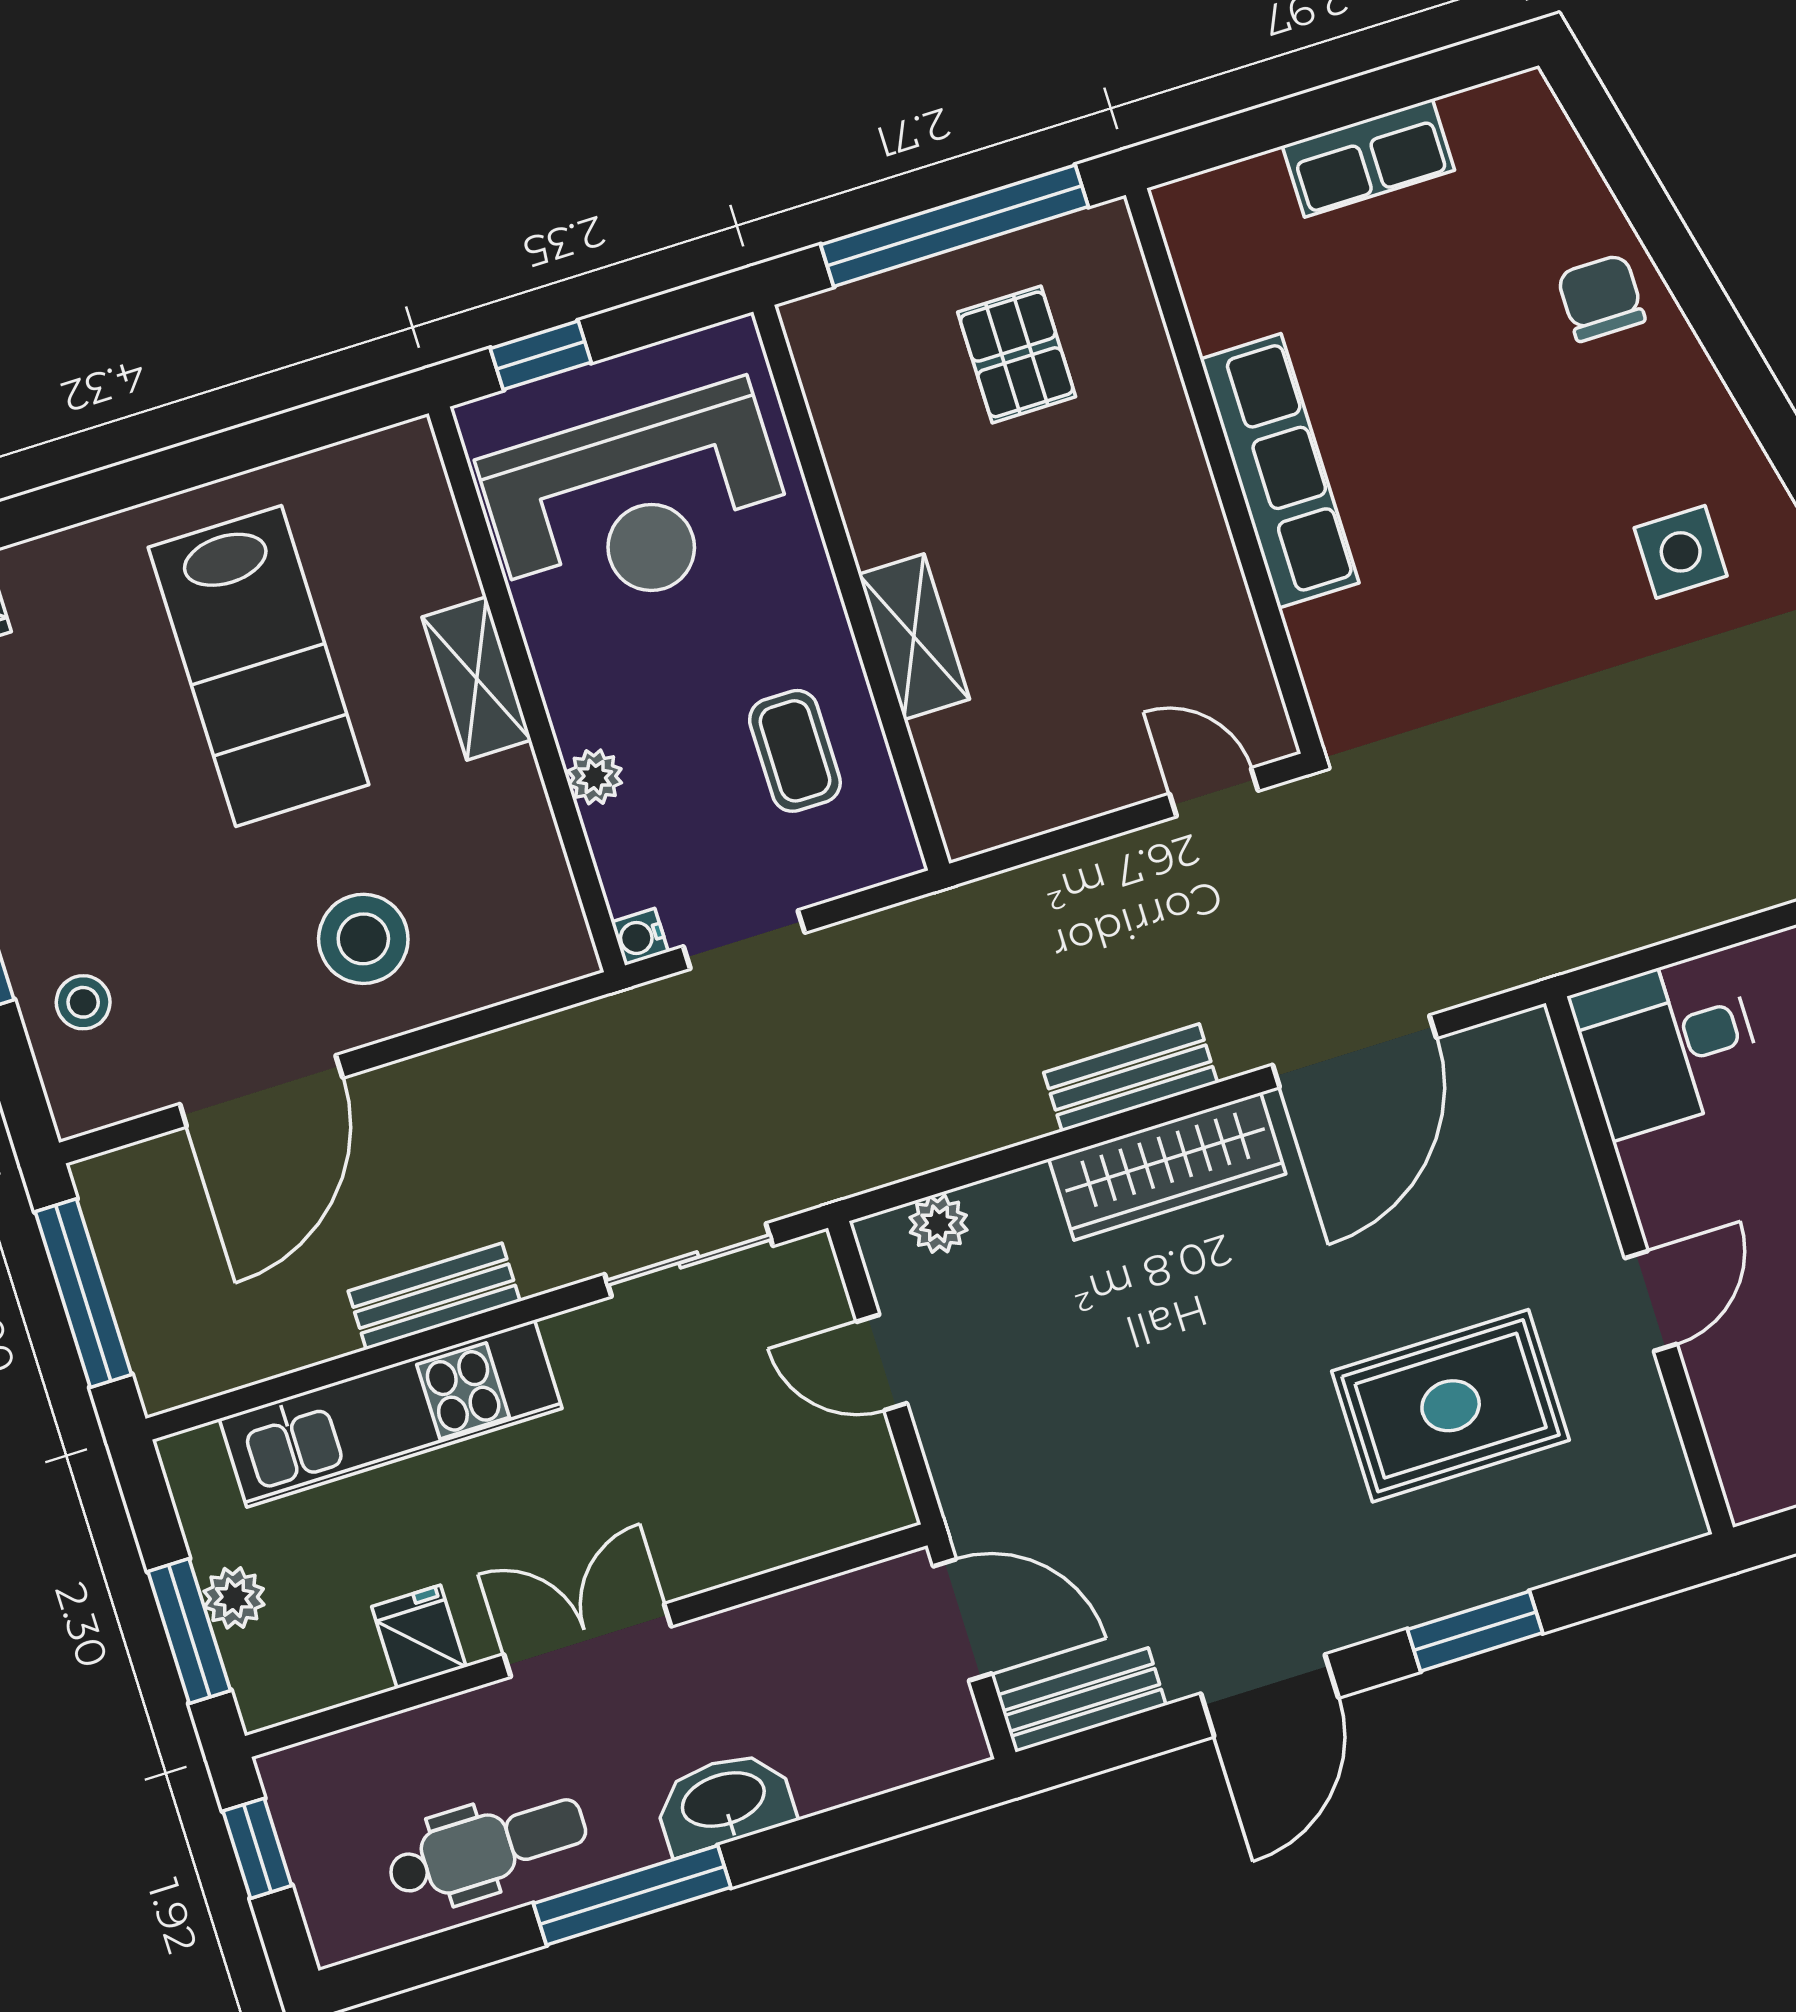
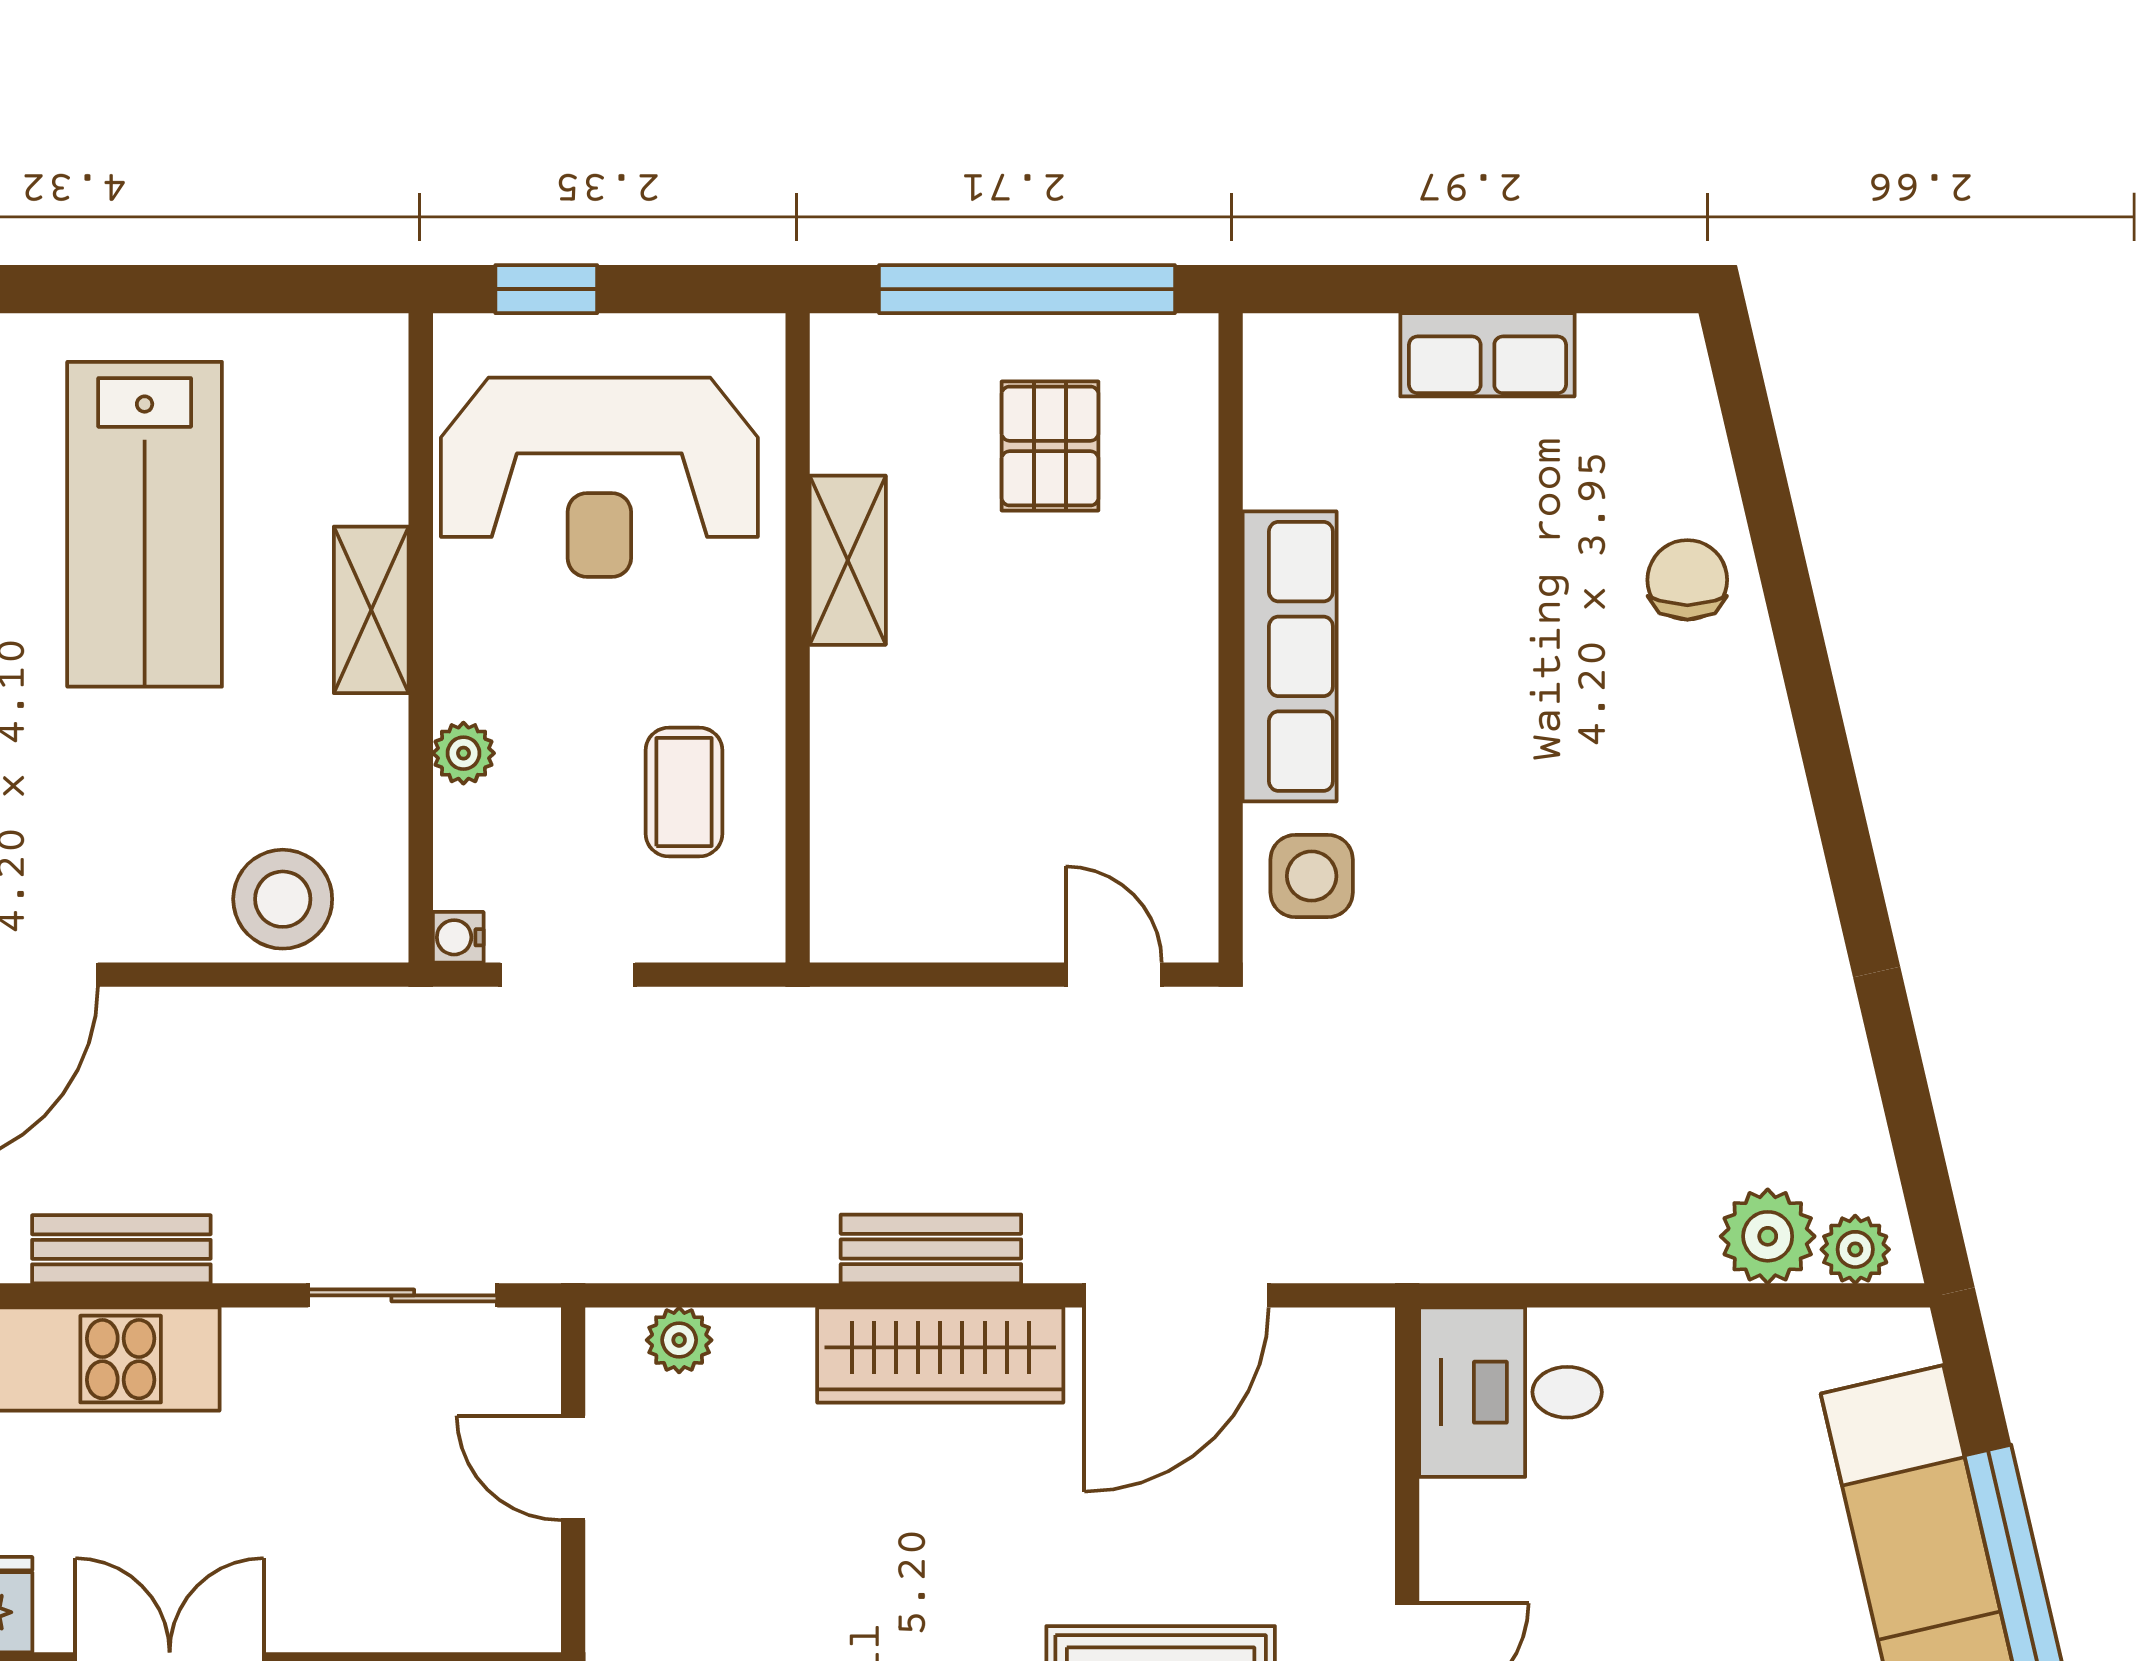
side table: (1681, 552) -> (1312, 876), moved
shelving: (914, 637) -> (848, 560), moved
stool: (363, 939) -> (283, 899), moved

